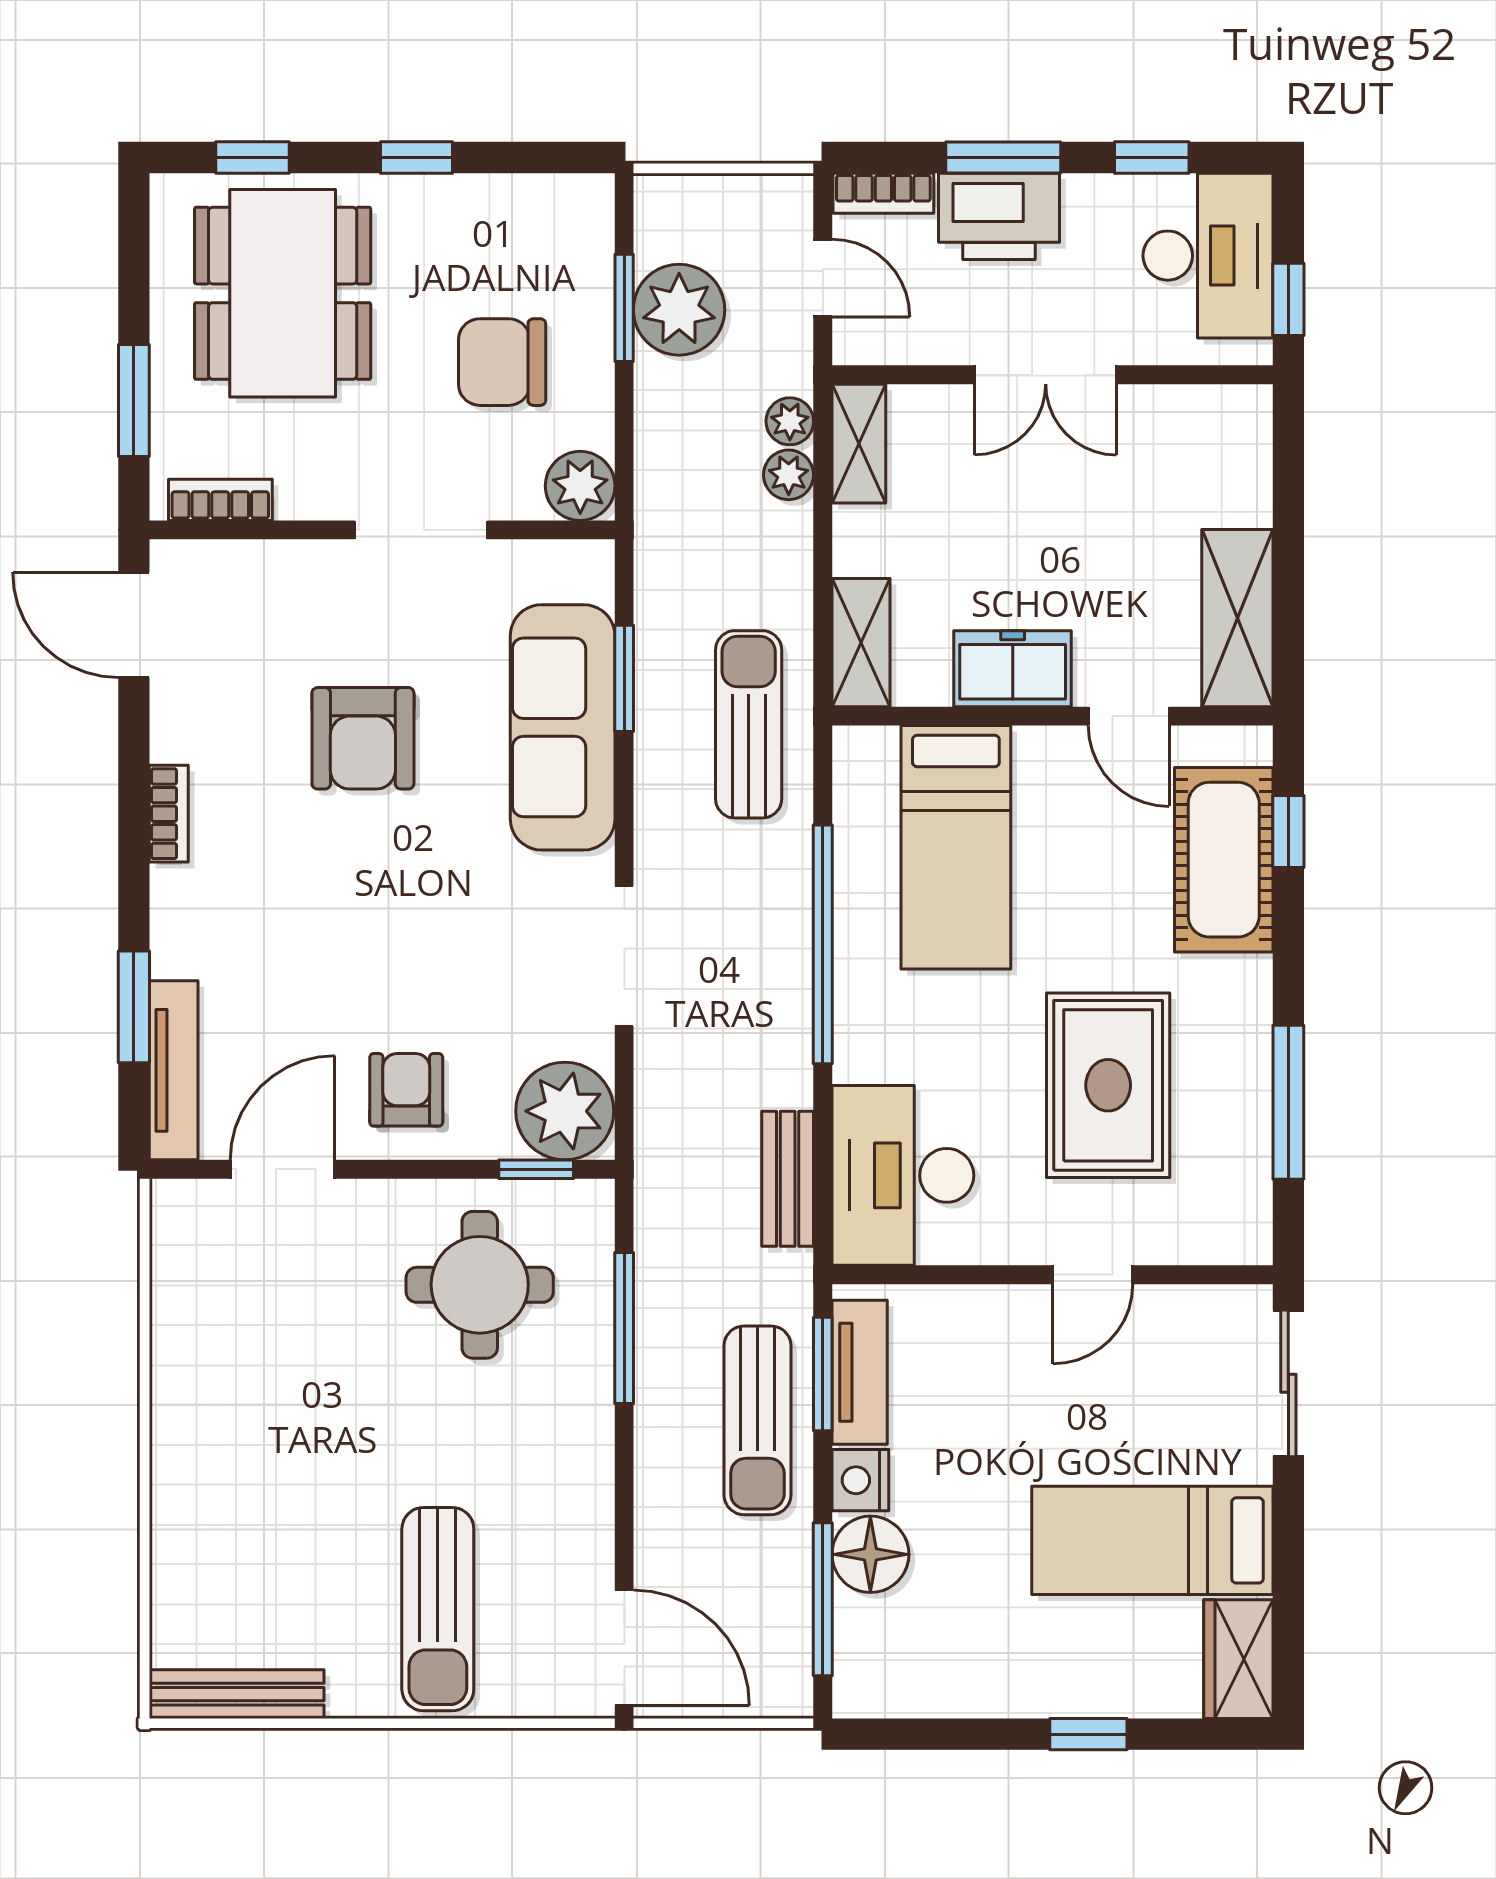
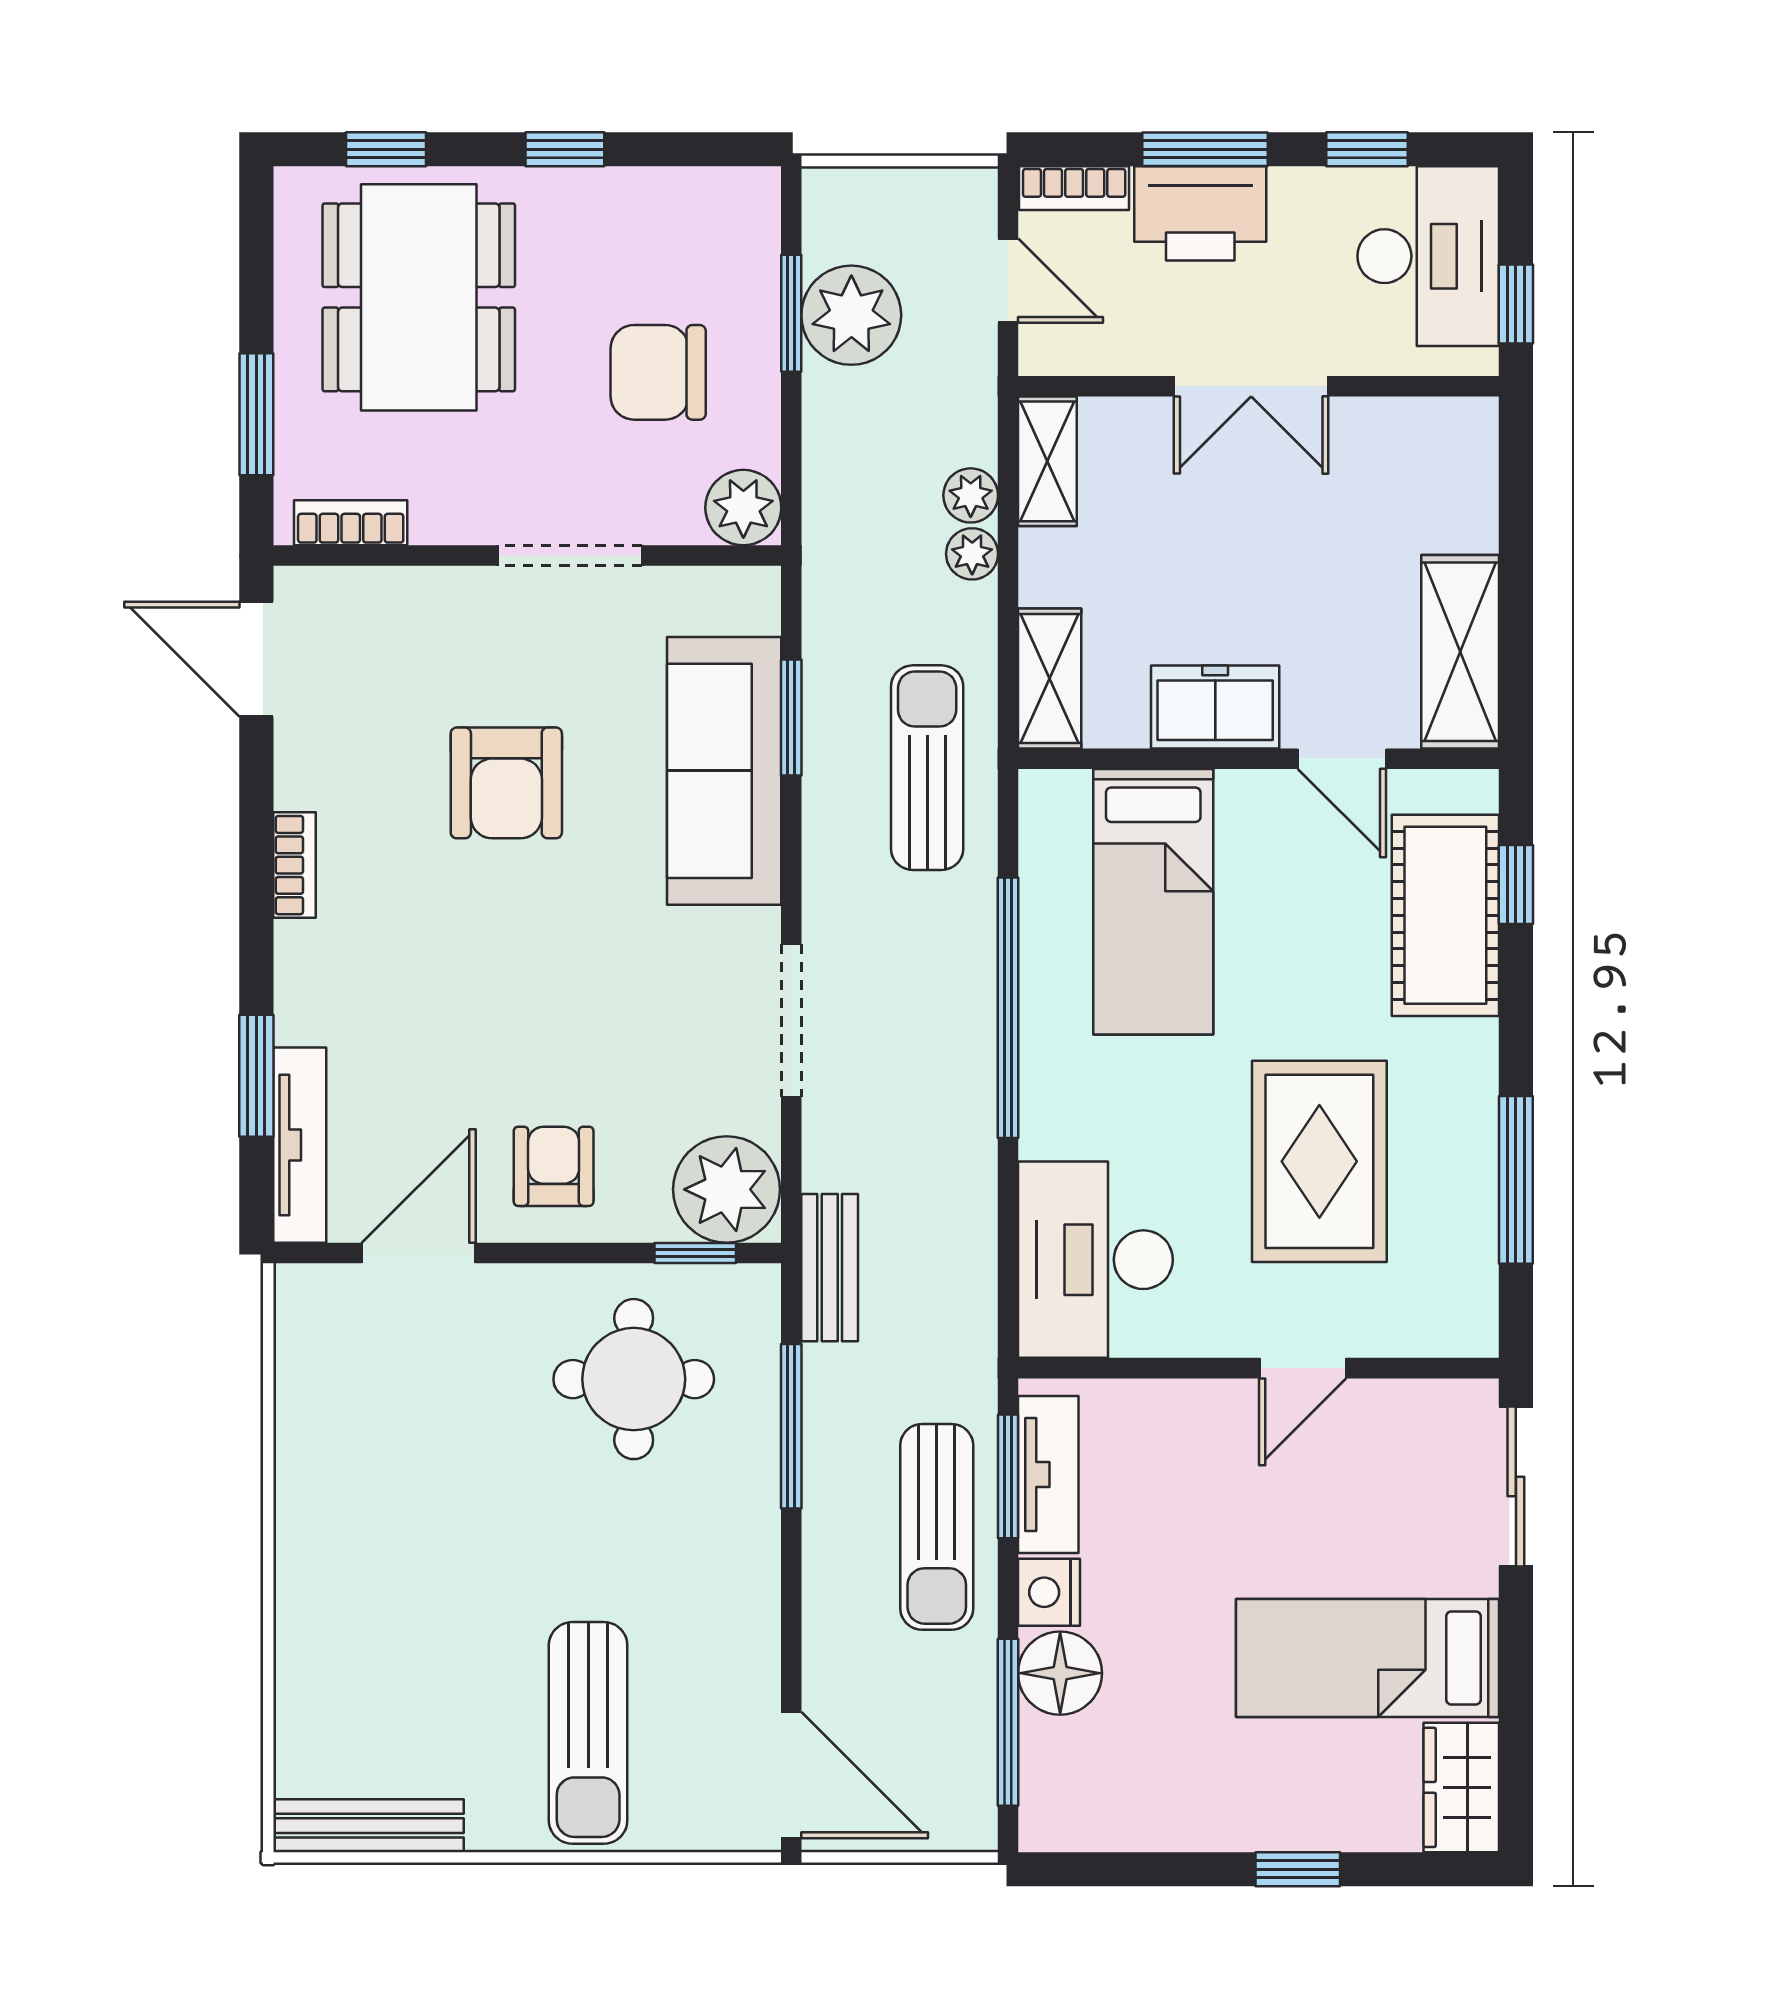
plant: (790, 421) -> (972, 554), moved
bench: (788, 1179) -> (830, 1268), moved

